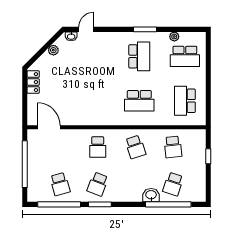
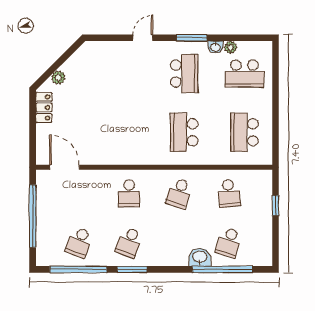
door: (86, 29) -> (143, 38), moved
washbasin: (71, 36) -> (215, 47), moved
plant: (53, 50) -> (58, 77), moved
school desk: (139, 101) -> (184, 132), turned 90
school desk: (135, 147) -> (179, 193), turned 36
school desk: (60, 184) -> (79, 242), turned 36

